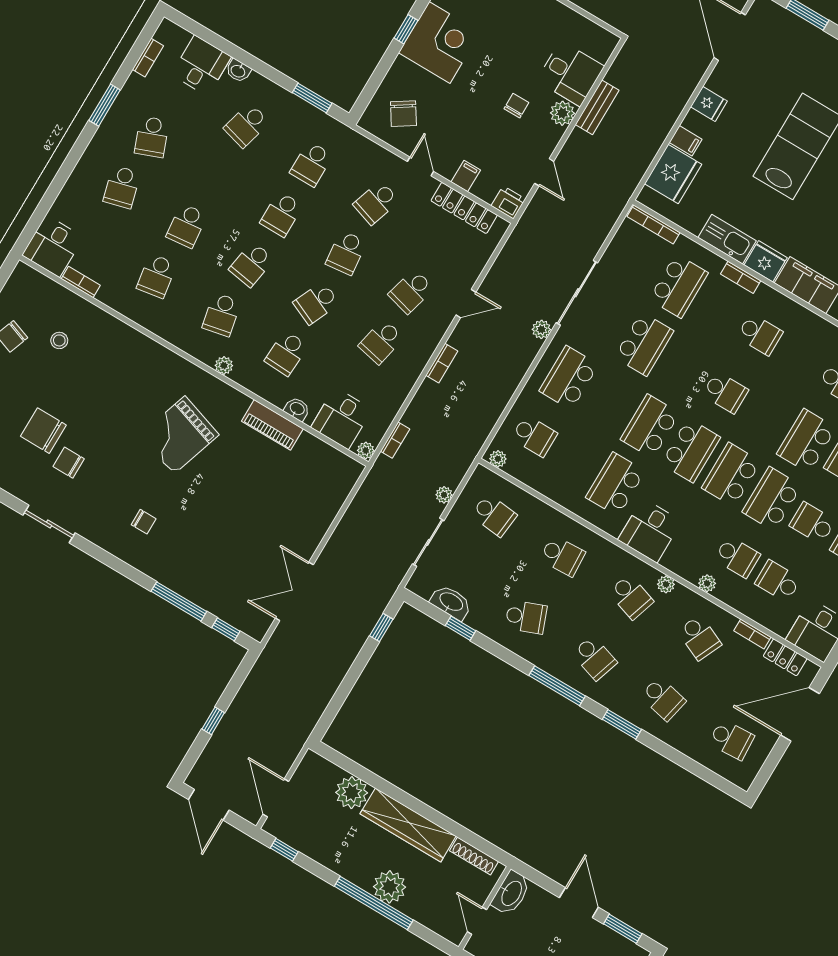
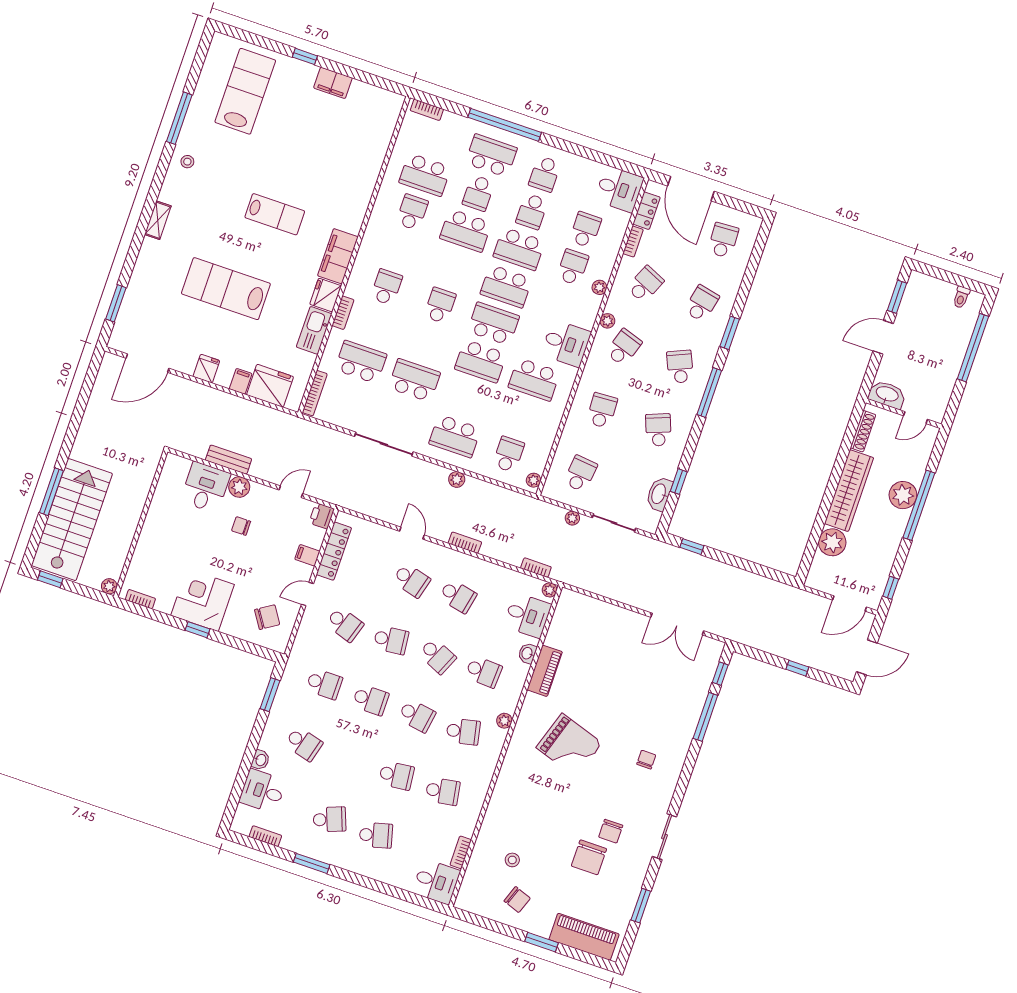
plant: (541, 329) -> (457, 479), moved
school desk: (778, 581) -> (585, 230), turned 180
school desk: (594, 658) -> (680, 367), turned -42

